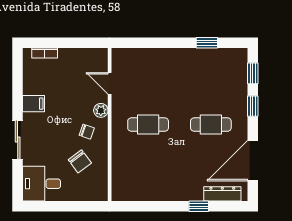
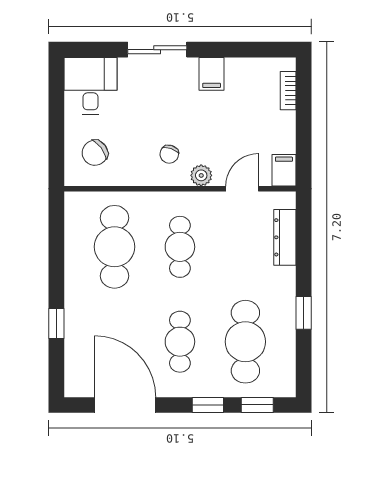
window: (207, 43) -> (304, 313), moved
filing cabinet: (97, 56) -> (284, 170), added
cafe table: (211, 81) -> (245, 342), added
chair: (80, 161) -> (95, 153), moved
cafe table: (148, 168) -> (114, 247), added
dresser: (222, 194) -> (285, 237), moved, turned 180

